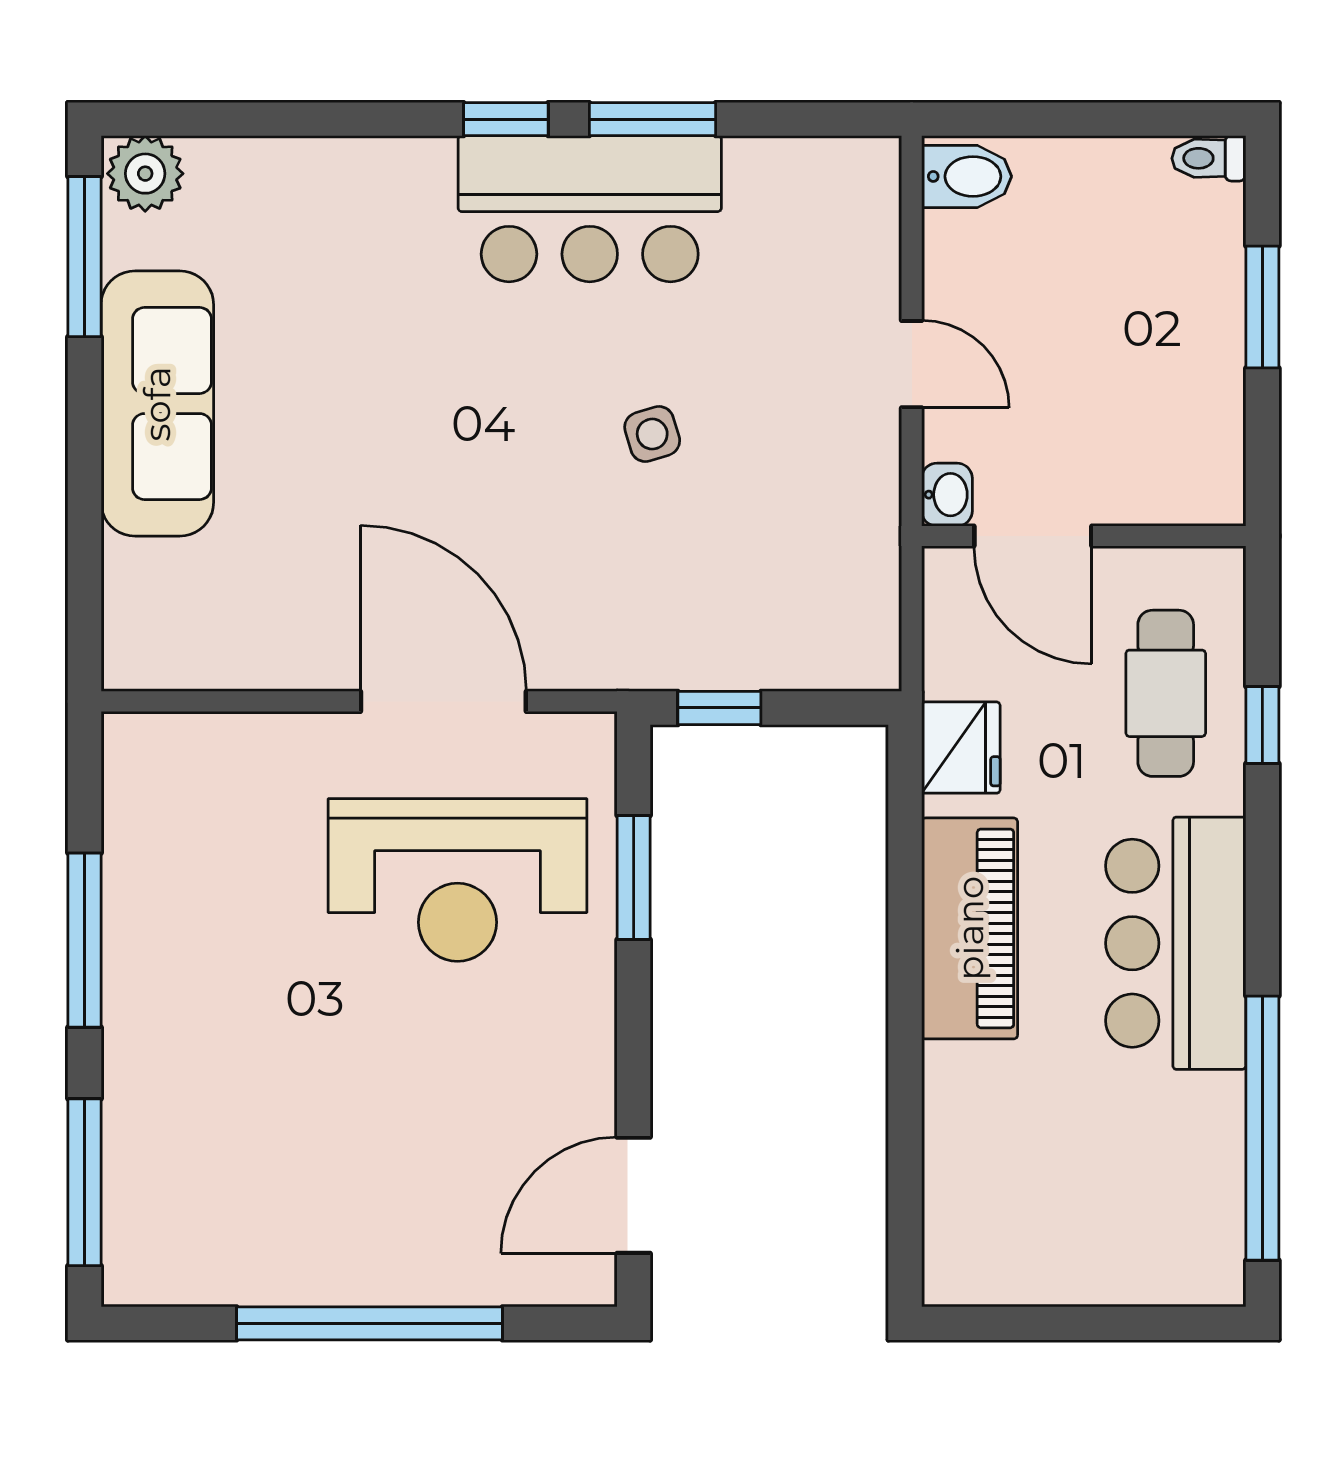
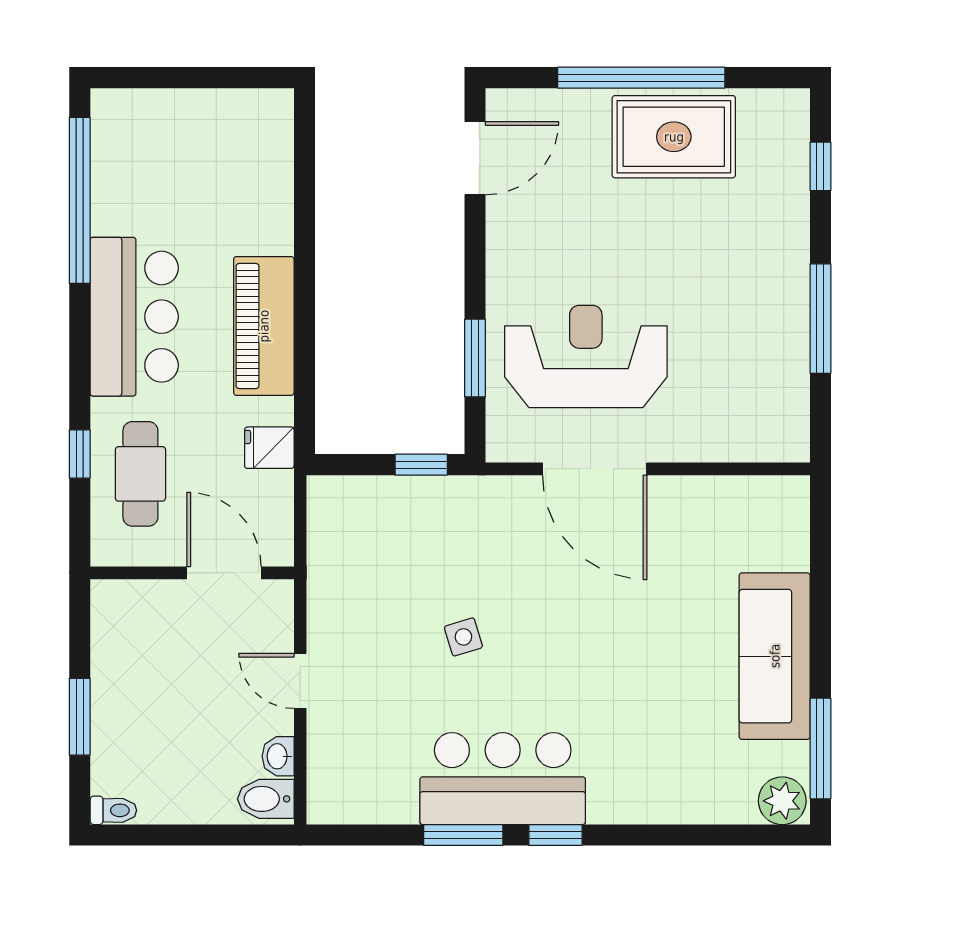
washbasin: (947, 495) -> (278, 756), moved
fridge: (961, 748) -> (269, 448), width x0.72
window: (84, 1182) -> (820, 166), width x0.46
rug: (318, 1229) -> (674, 137), added

